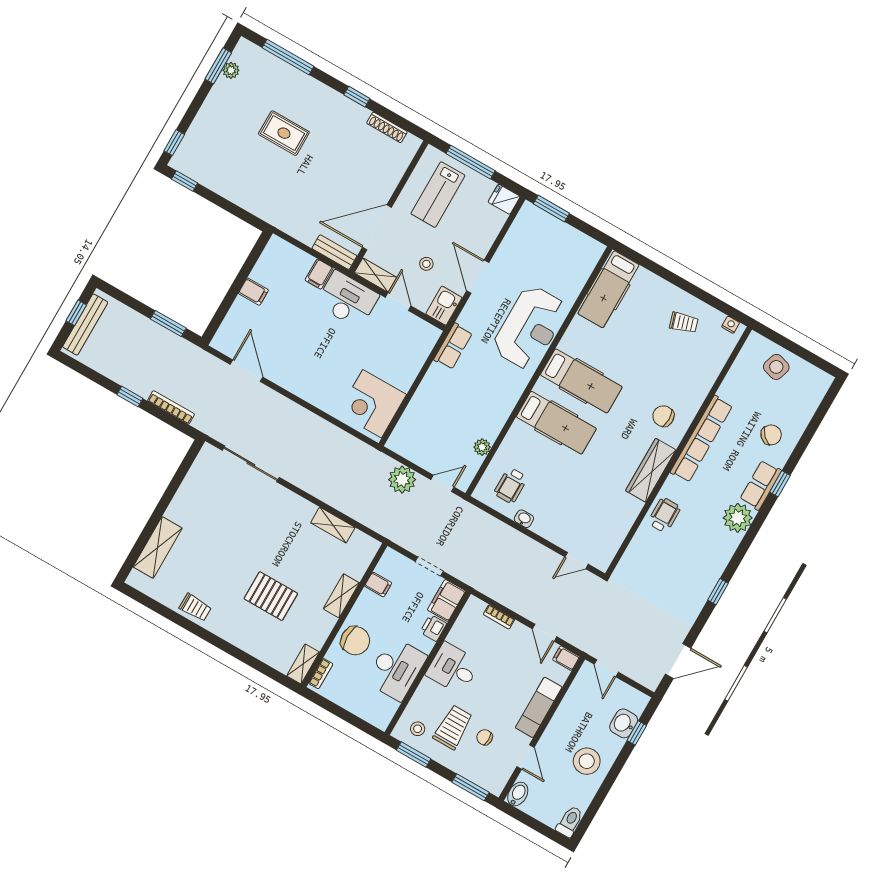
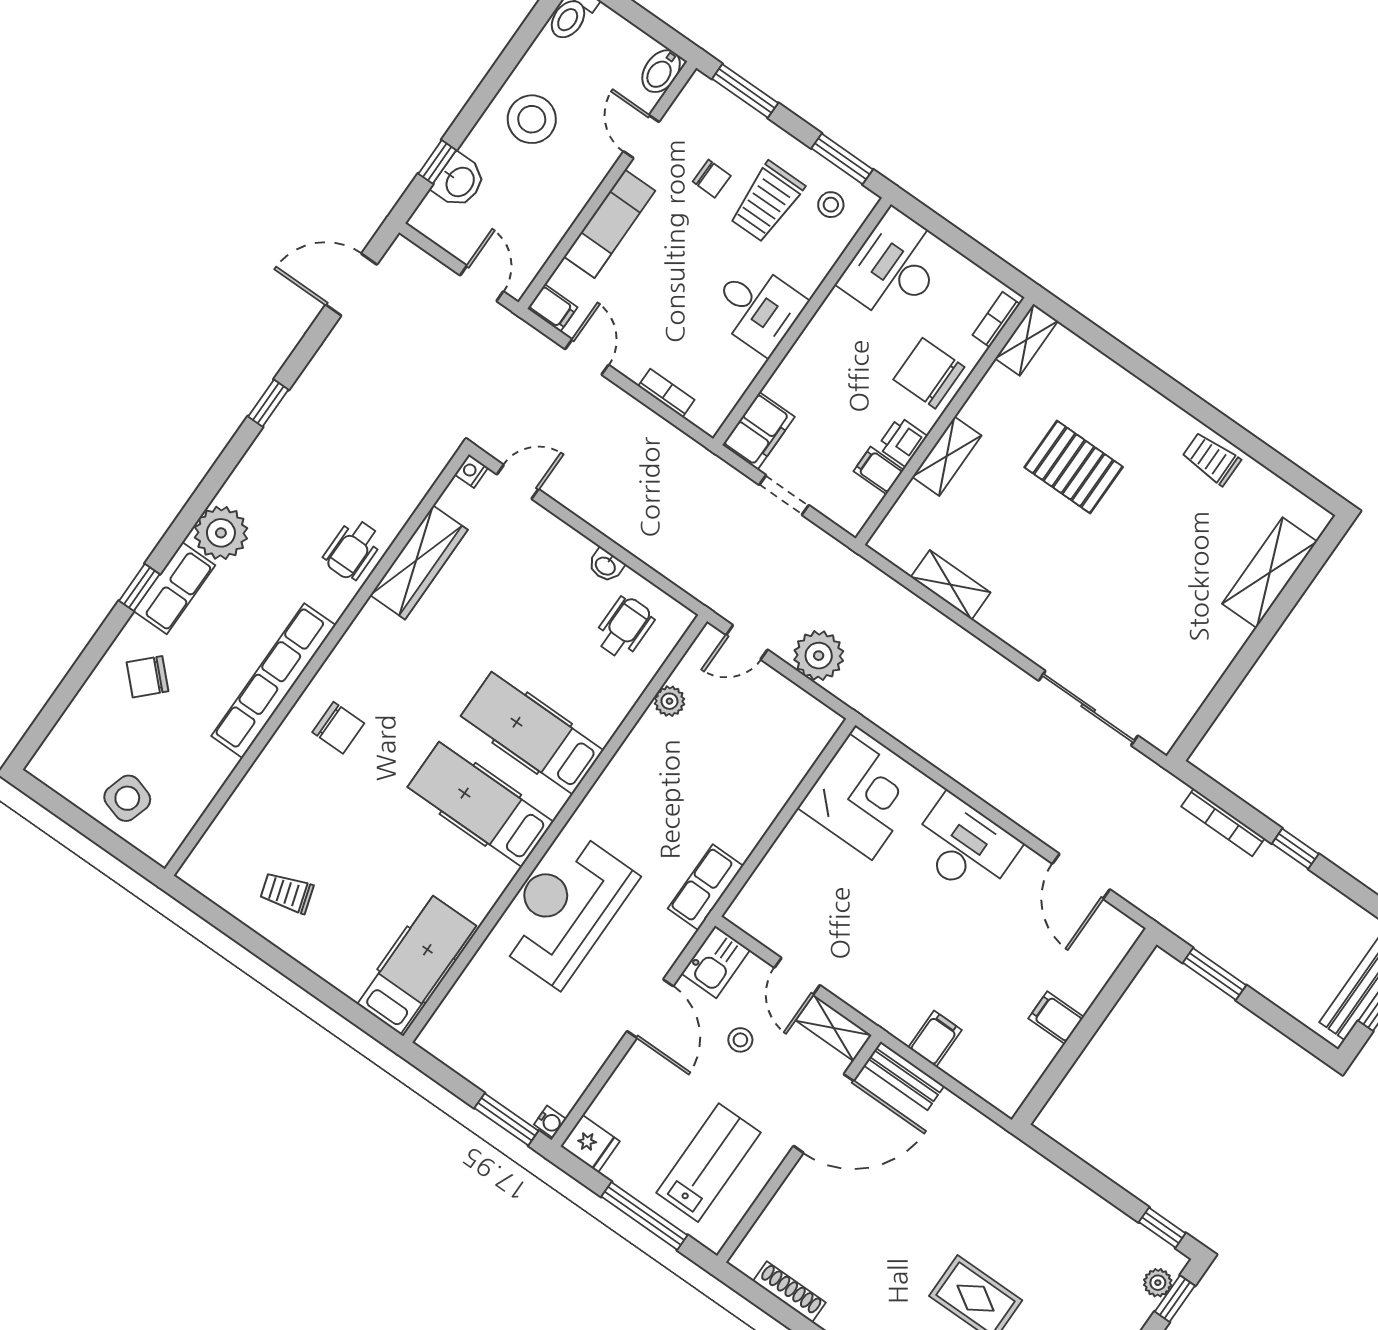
plant: (184, 151) -> (1158, 1283), added
water cooler: (527, 209) -> (550, 1122), added
desk: (347, 300) -> (964, 847), moved, turned 180
nightstand: (731, 325) -> (471, 471), moved, turned 90
wardrobe: (651, 470) -> (419, 562), moved
printer: (433, 628) -> (902, 442), moved, turned 180
desk: (396, 669) -> (894, 266), moved

